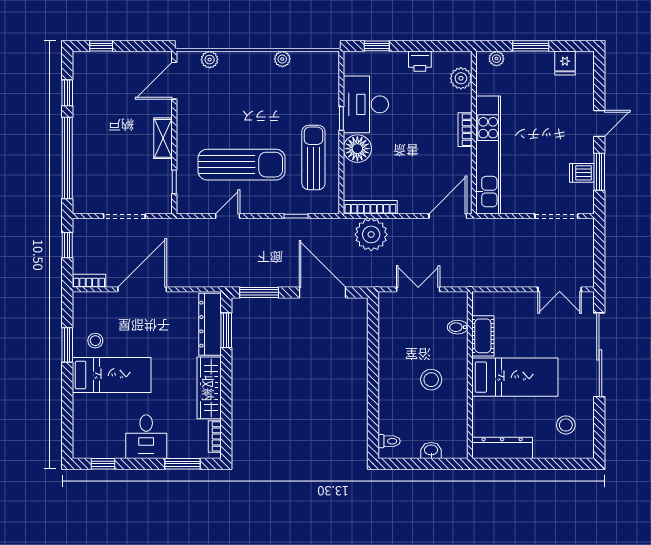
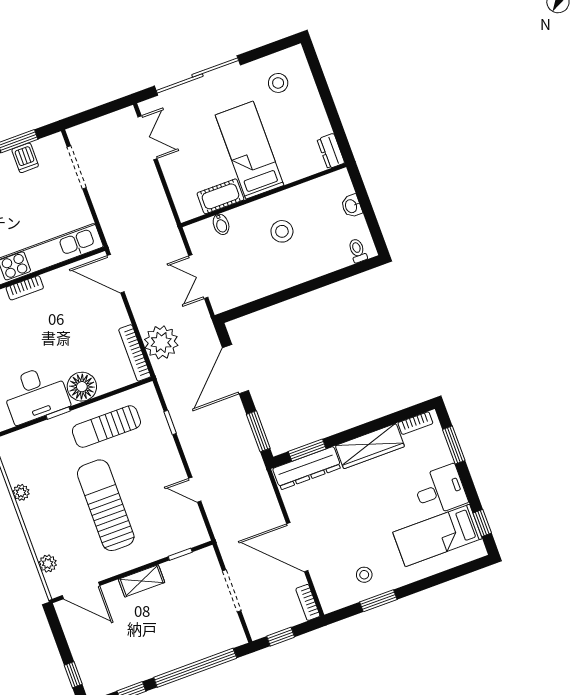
sun lounger: (242, 165) -> (106, 505), moved
bed: (112, 375) -> (437, 535), moved, turned -90
dresser: (502, 448) -> (331, 151), width x0.51, depth x0.80

